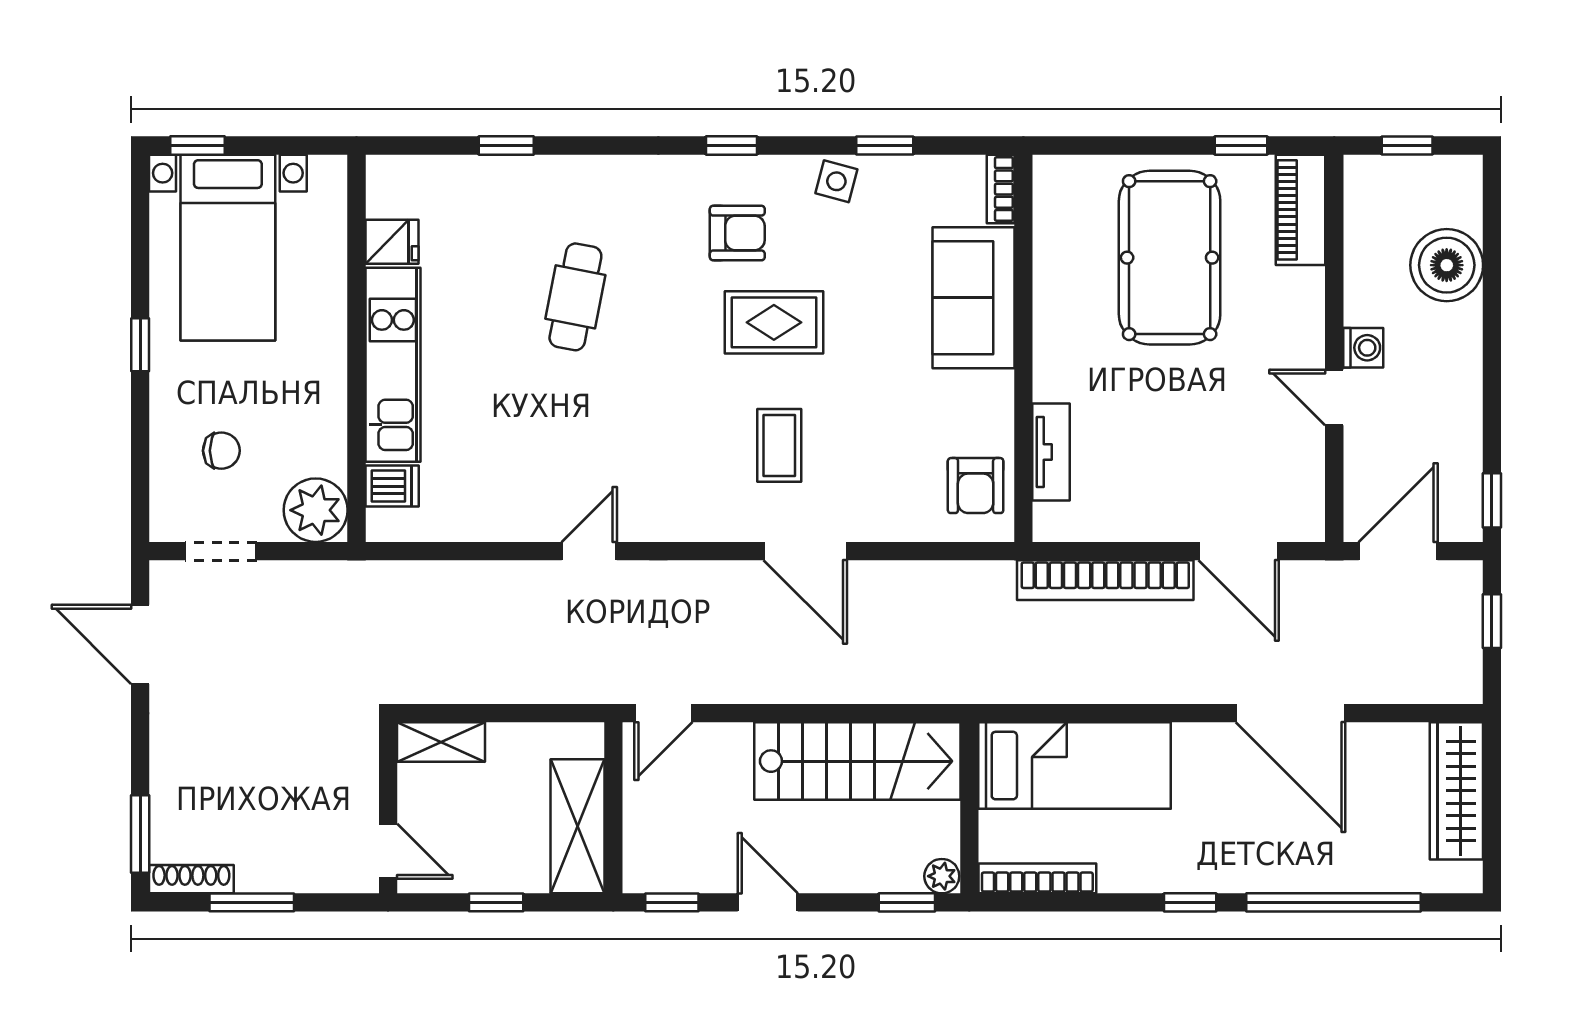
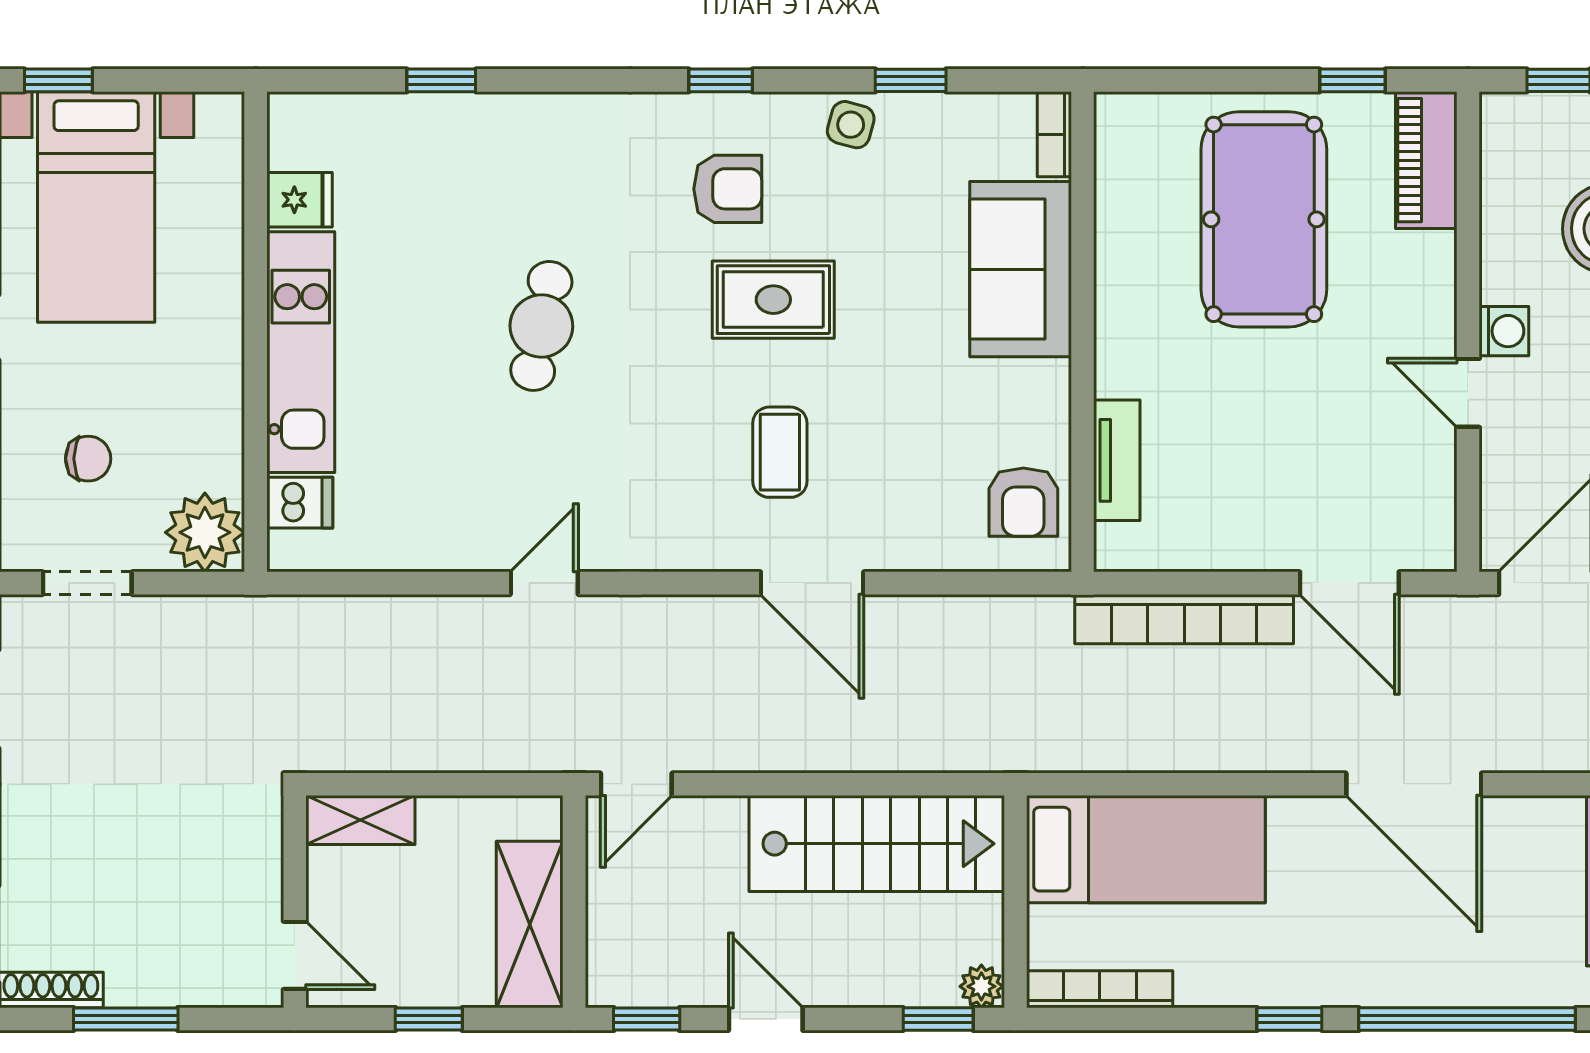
cafe table: (575, 297) -> (541, 326), moved

